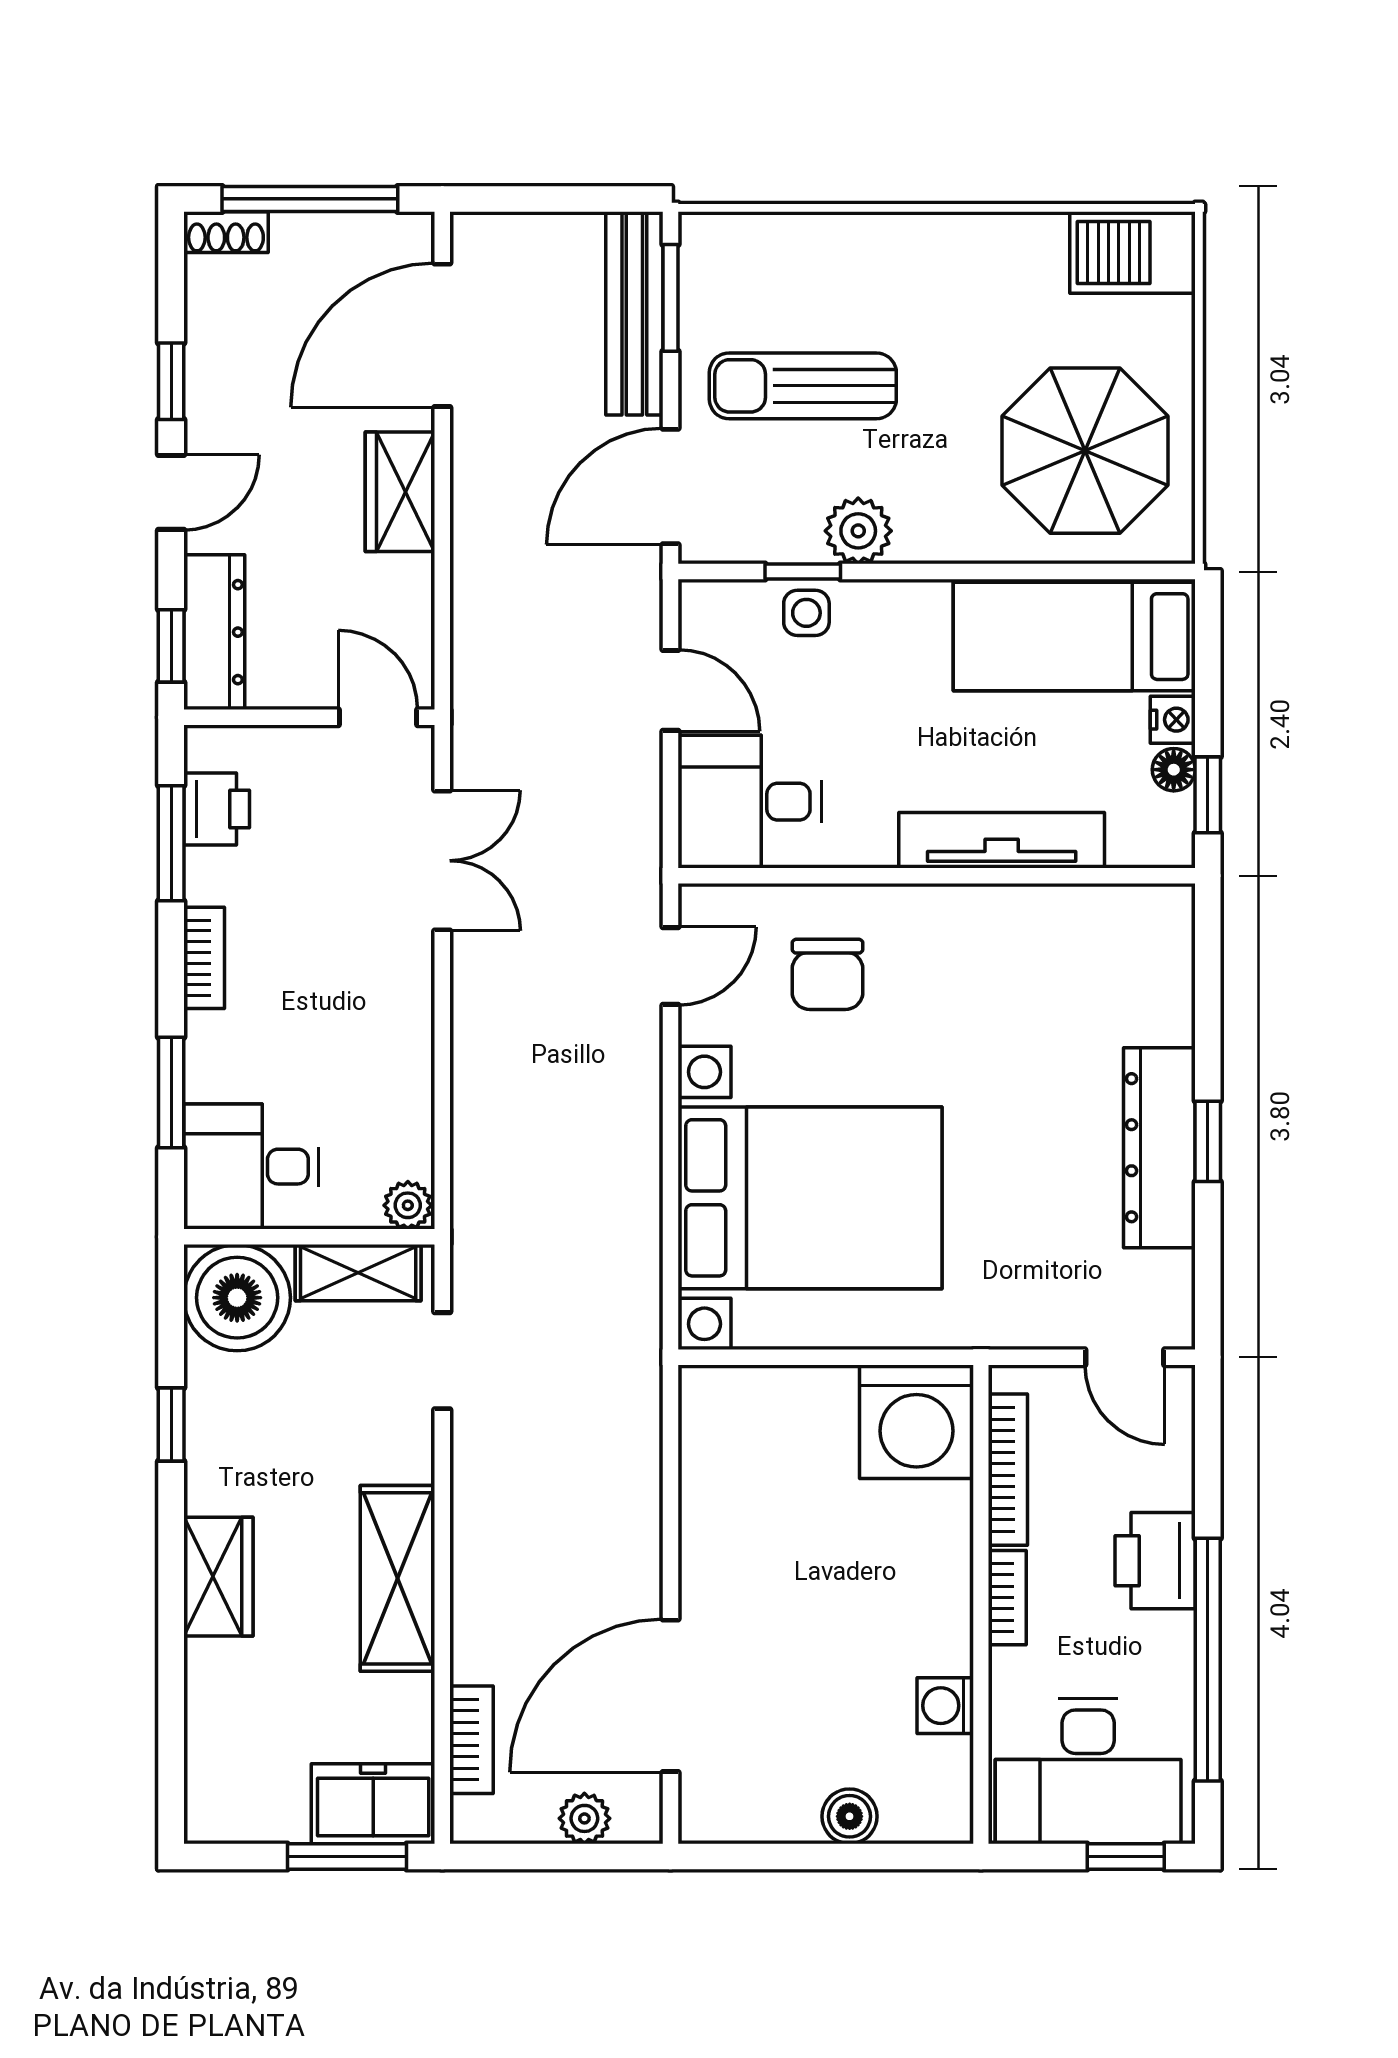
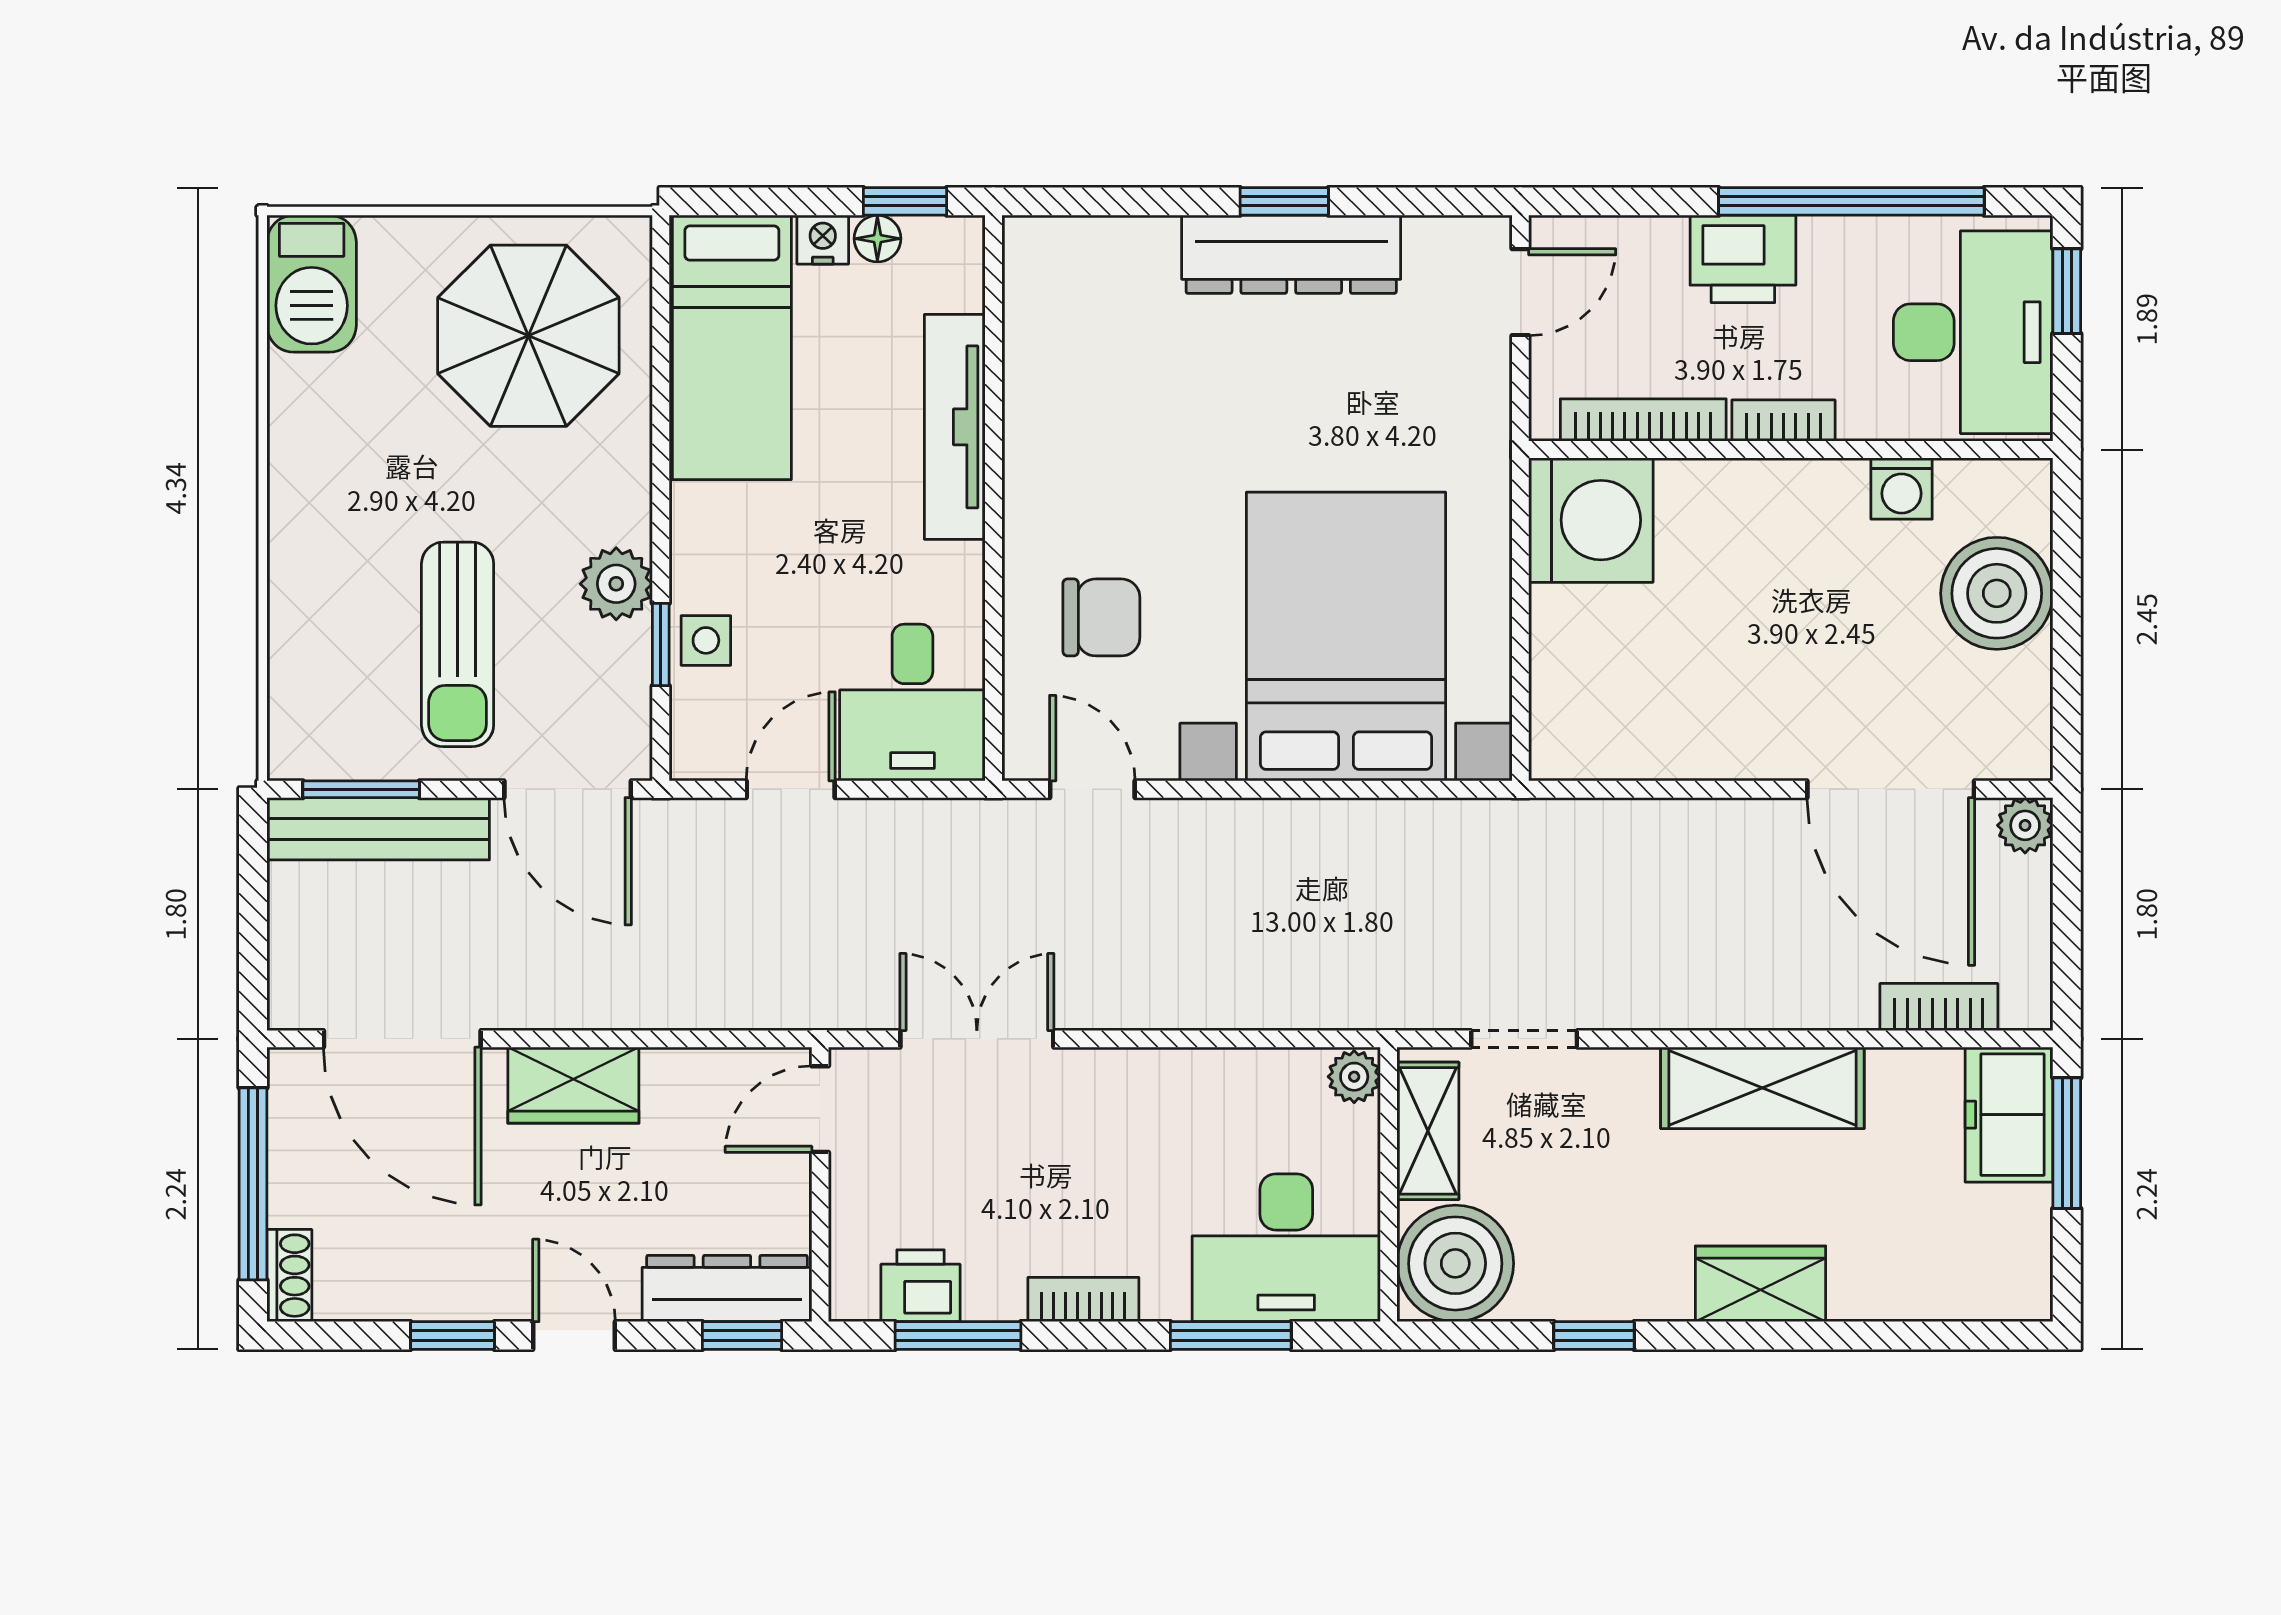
desk: (251, 1167) -> (1286, 1248), width x1.37
boiler: (850, 1816) -> (1997, 593), width x1.86, depth x1.86
plant: (584, 1818) -> (2025, 825), moved

